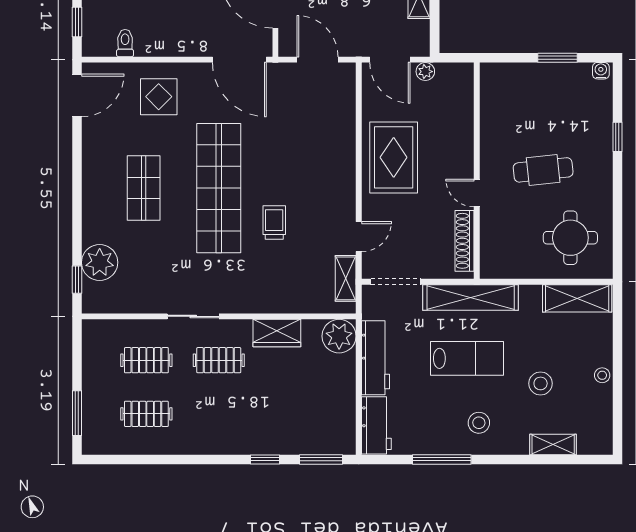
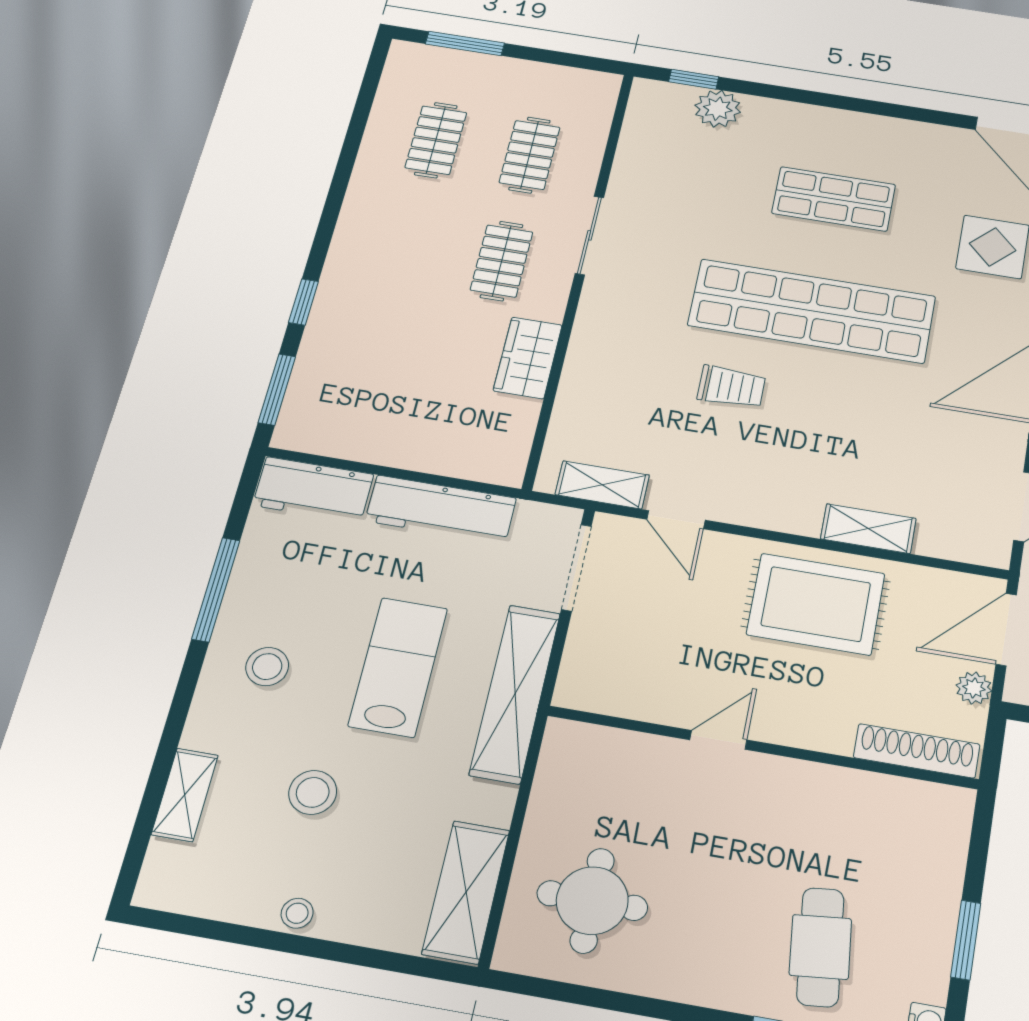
shelving: (345, 138) -> (868, 529), added
cafe table: (543, 170) -> (820, 947), moved
shoe rack: (465, 241) -> (917, 751), moved
plant: (100, 262) -> (718, 109), width x0.73, depth x0.73
plant: (339, 336) -> (497, 456), removed
lab bench: (467, 358) -> (398, 667), turned 180

